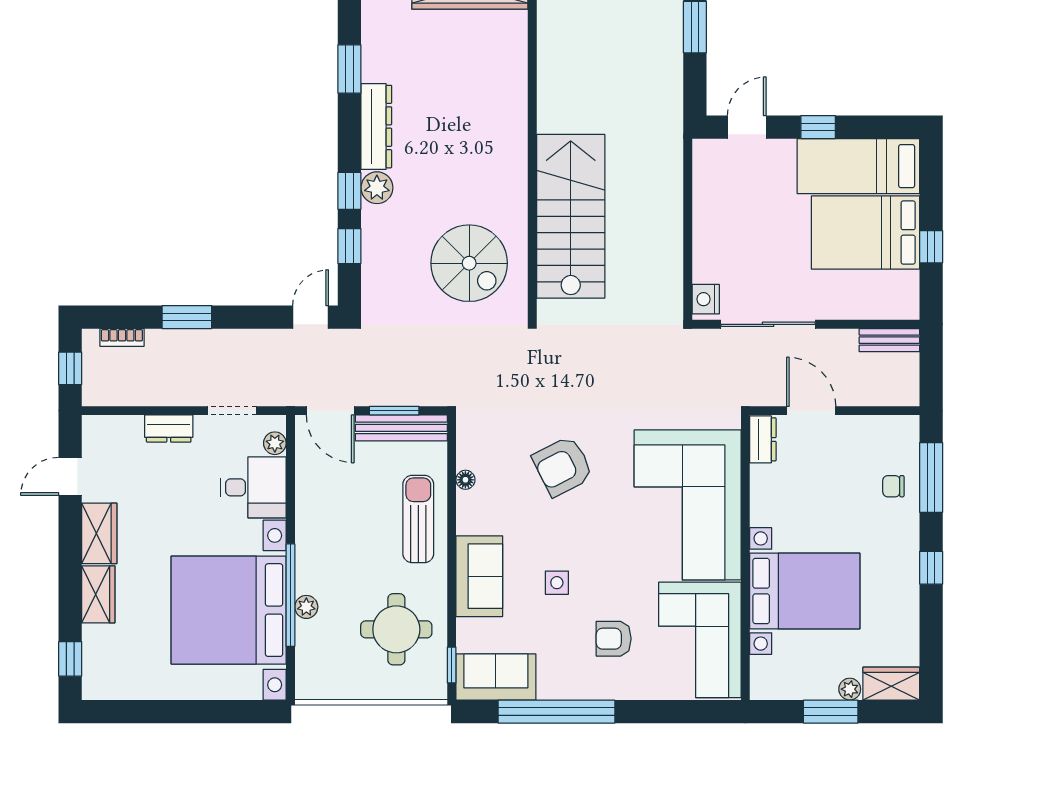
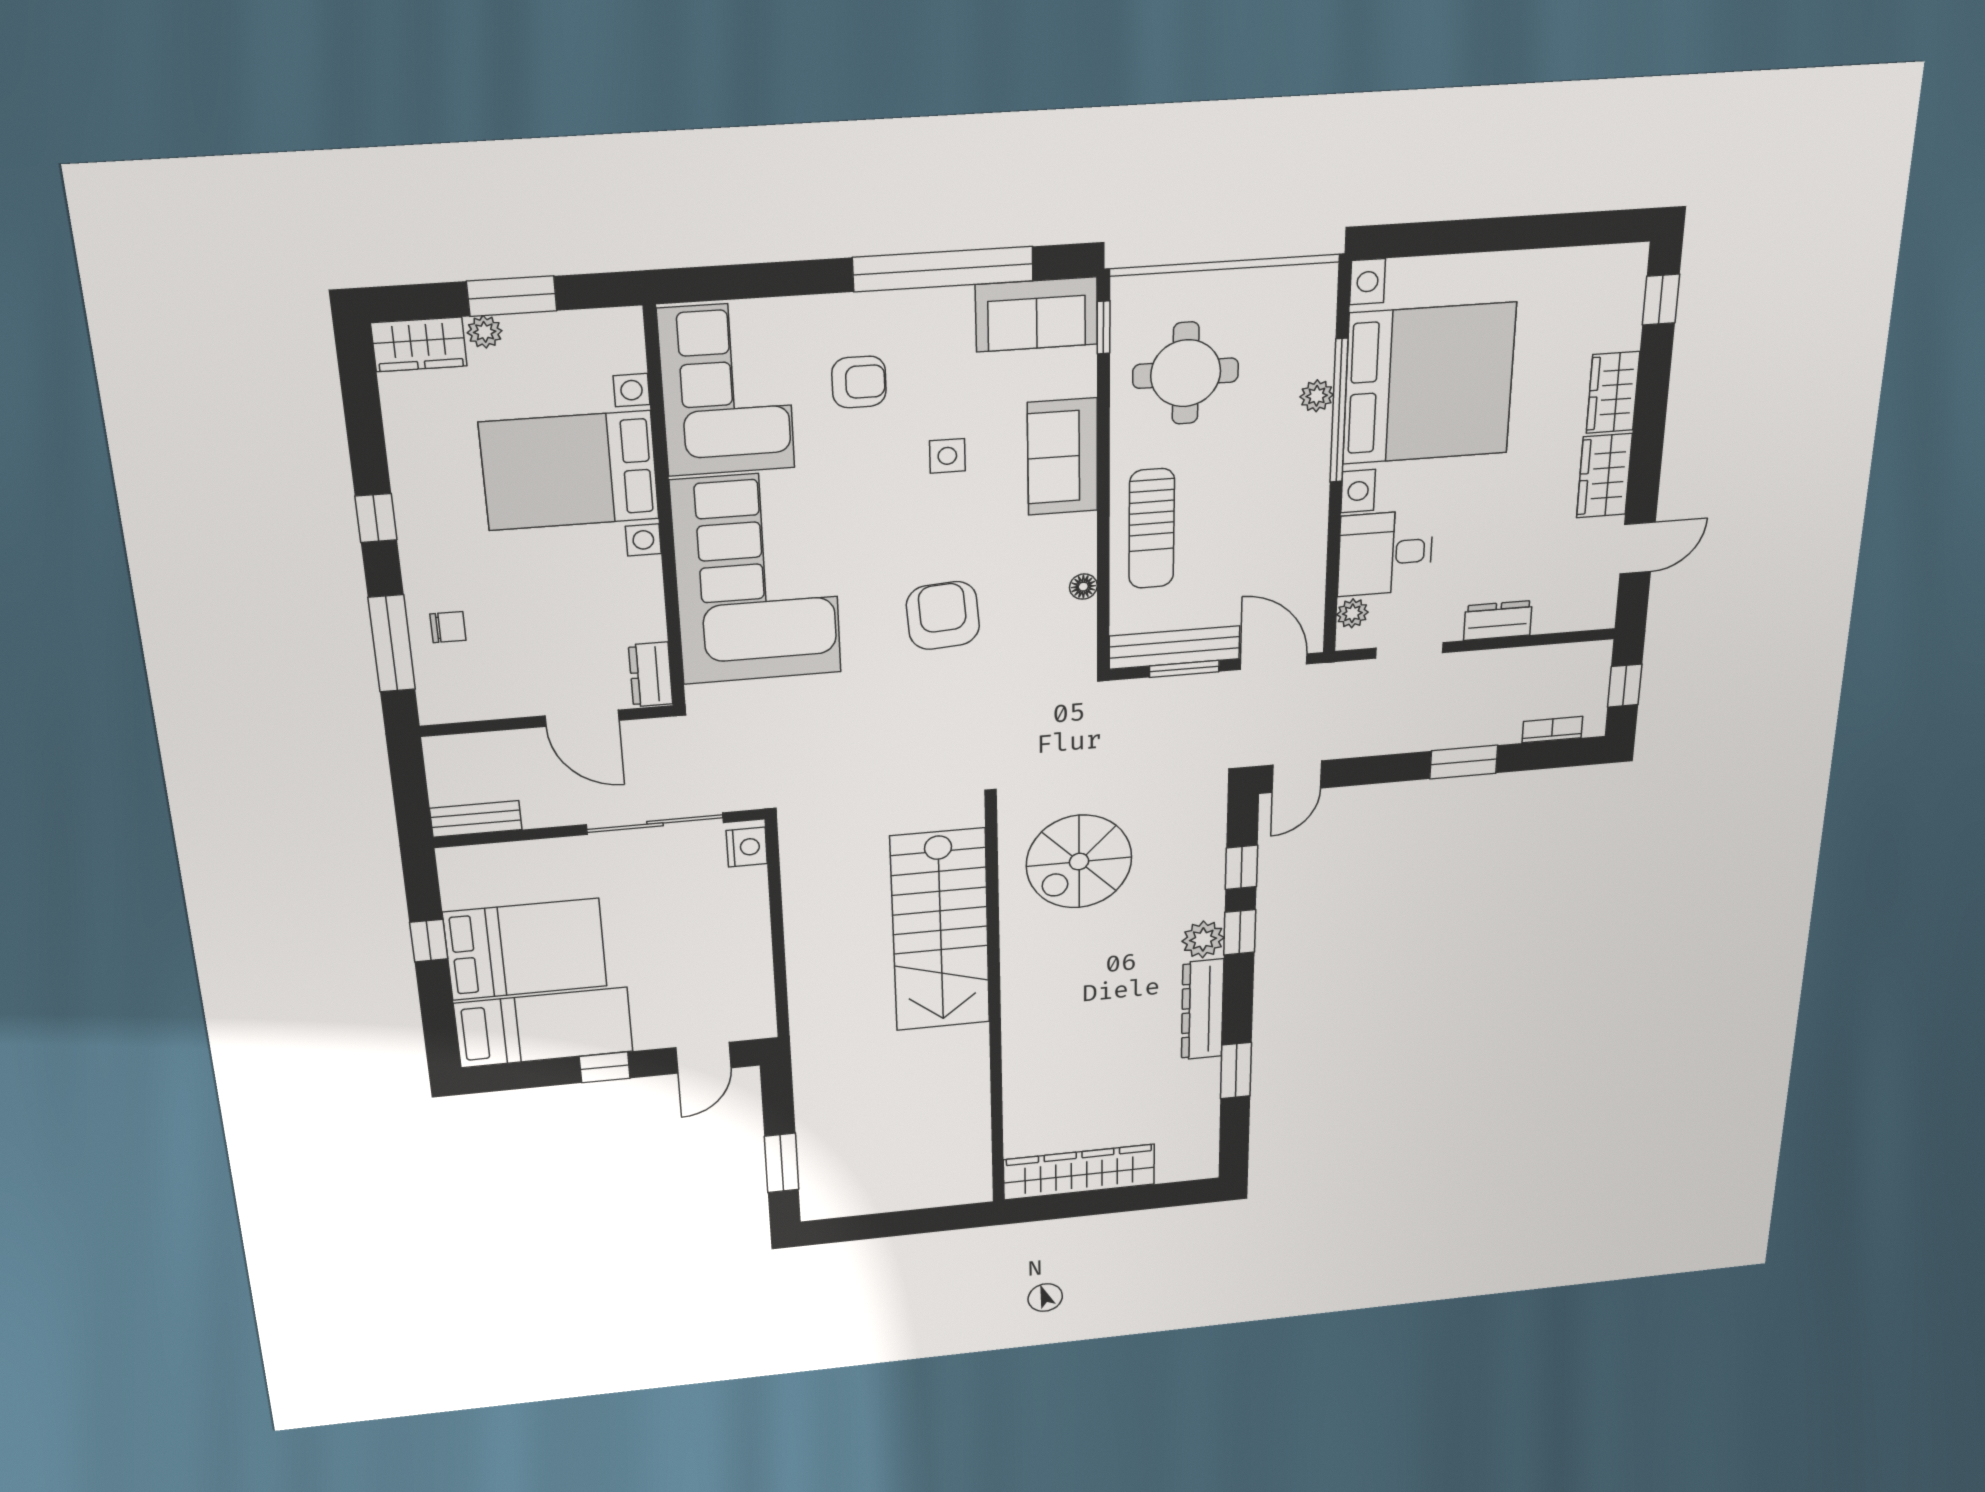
spiral stairs: (469, 263) -> (1079, 862), turned -90
armchair: (563, 466) -> (943, 616), turned -67

